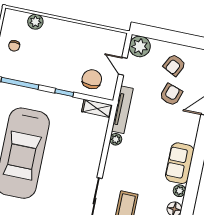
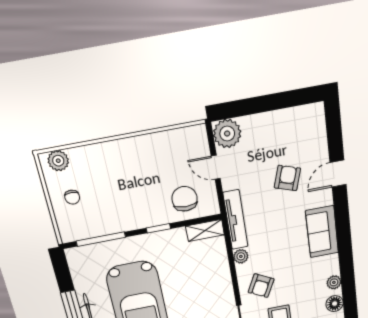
plant: (35, 22) -> (58, 161), moved
armchair: (174, 65) -> (261, 286), moved
sofa: (180, 163) -> (322, 232), moved

